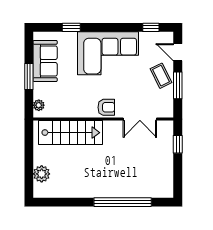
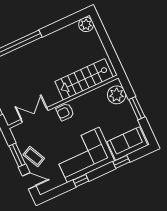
window: (151, 27) -> (81, 181), moved
sofa: (45, 61) -> (127, 144), moved, turned 90
plant: (39, 105) -> (117, 95), width x1.88, depth x1.88
plant: (42, 174) -> (86, 24), moved

